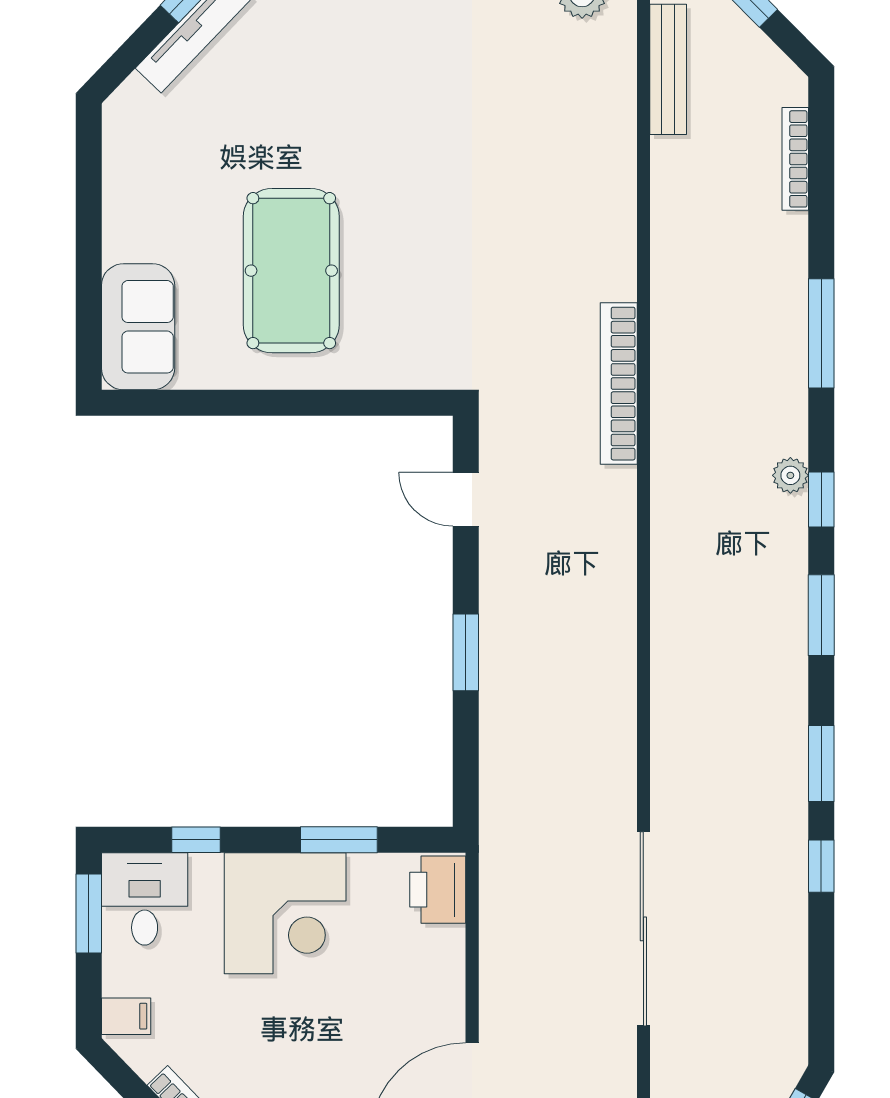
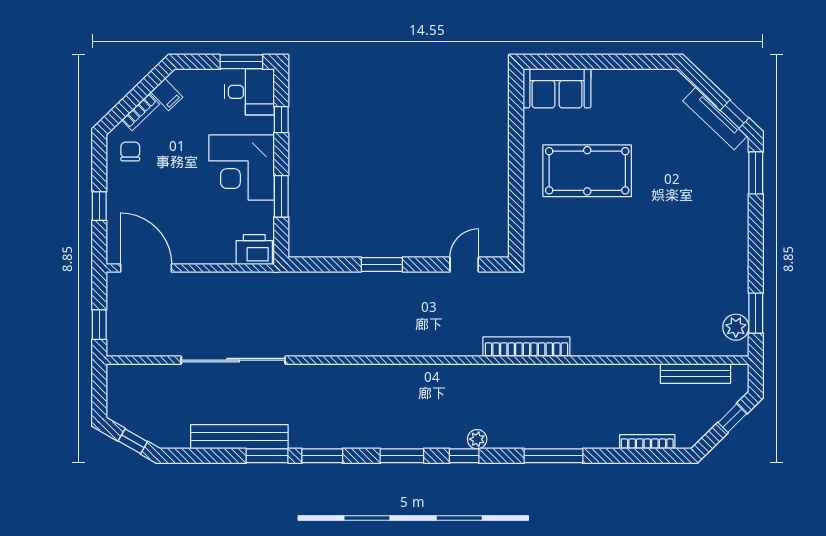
window: (821, 866) -> (267, 456), width x1.50
bench: (786, 917) -> (239, 437), added
filing cabinet: (126, 1016) -> (167, 94), moved, turned -44

